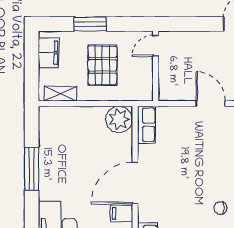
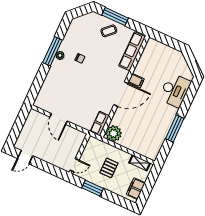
window: (90, 24) -> (93, 188), moved
pallet: (102, 65) -> (109, 168), width x0.67, depth x0.71

